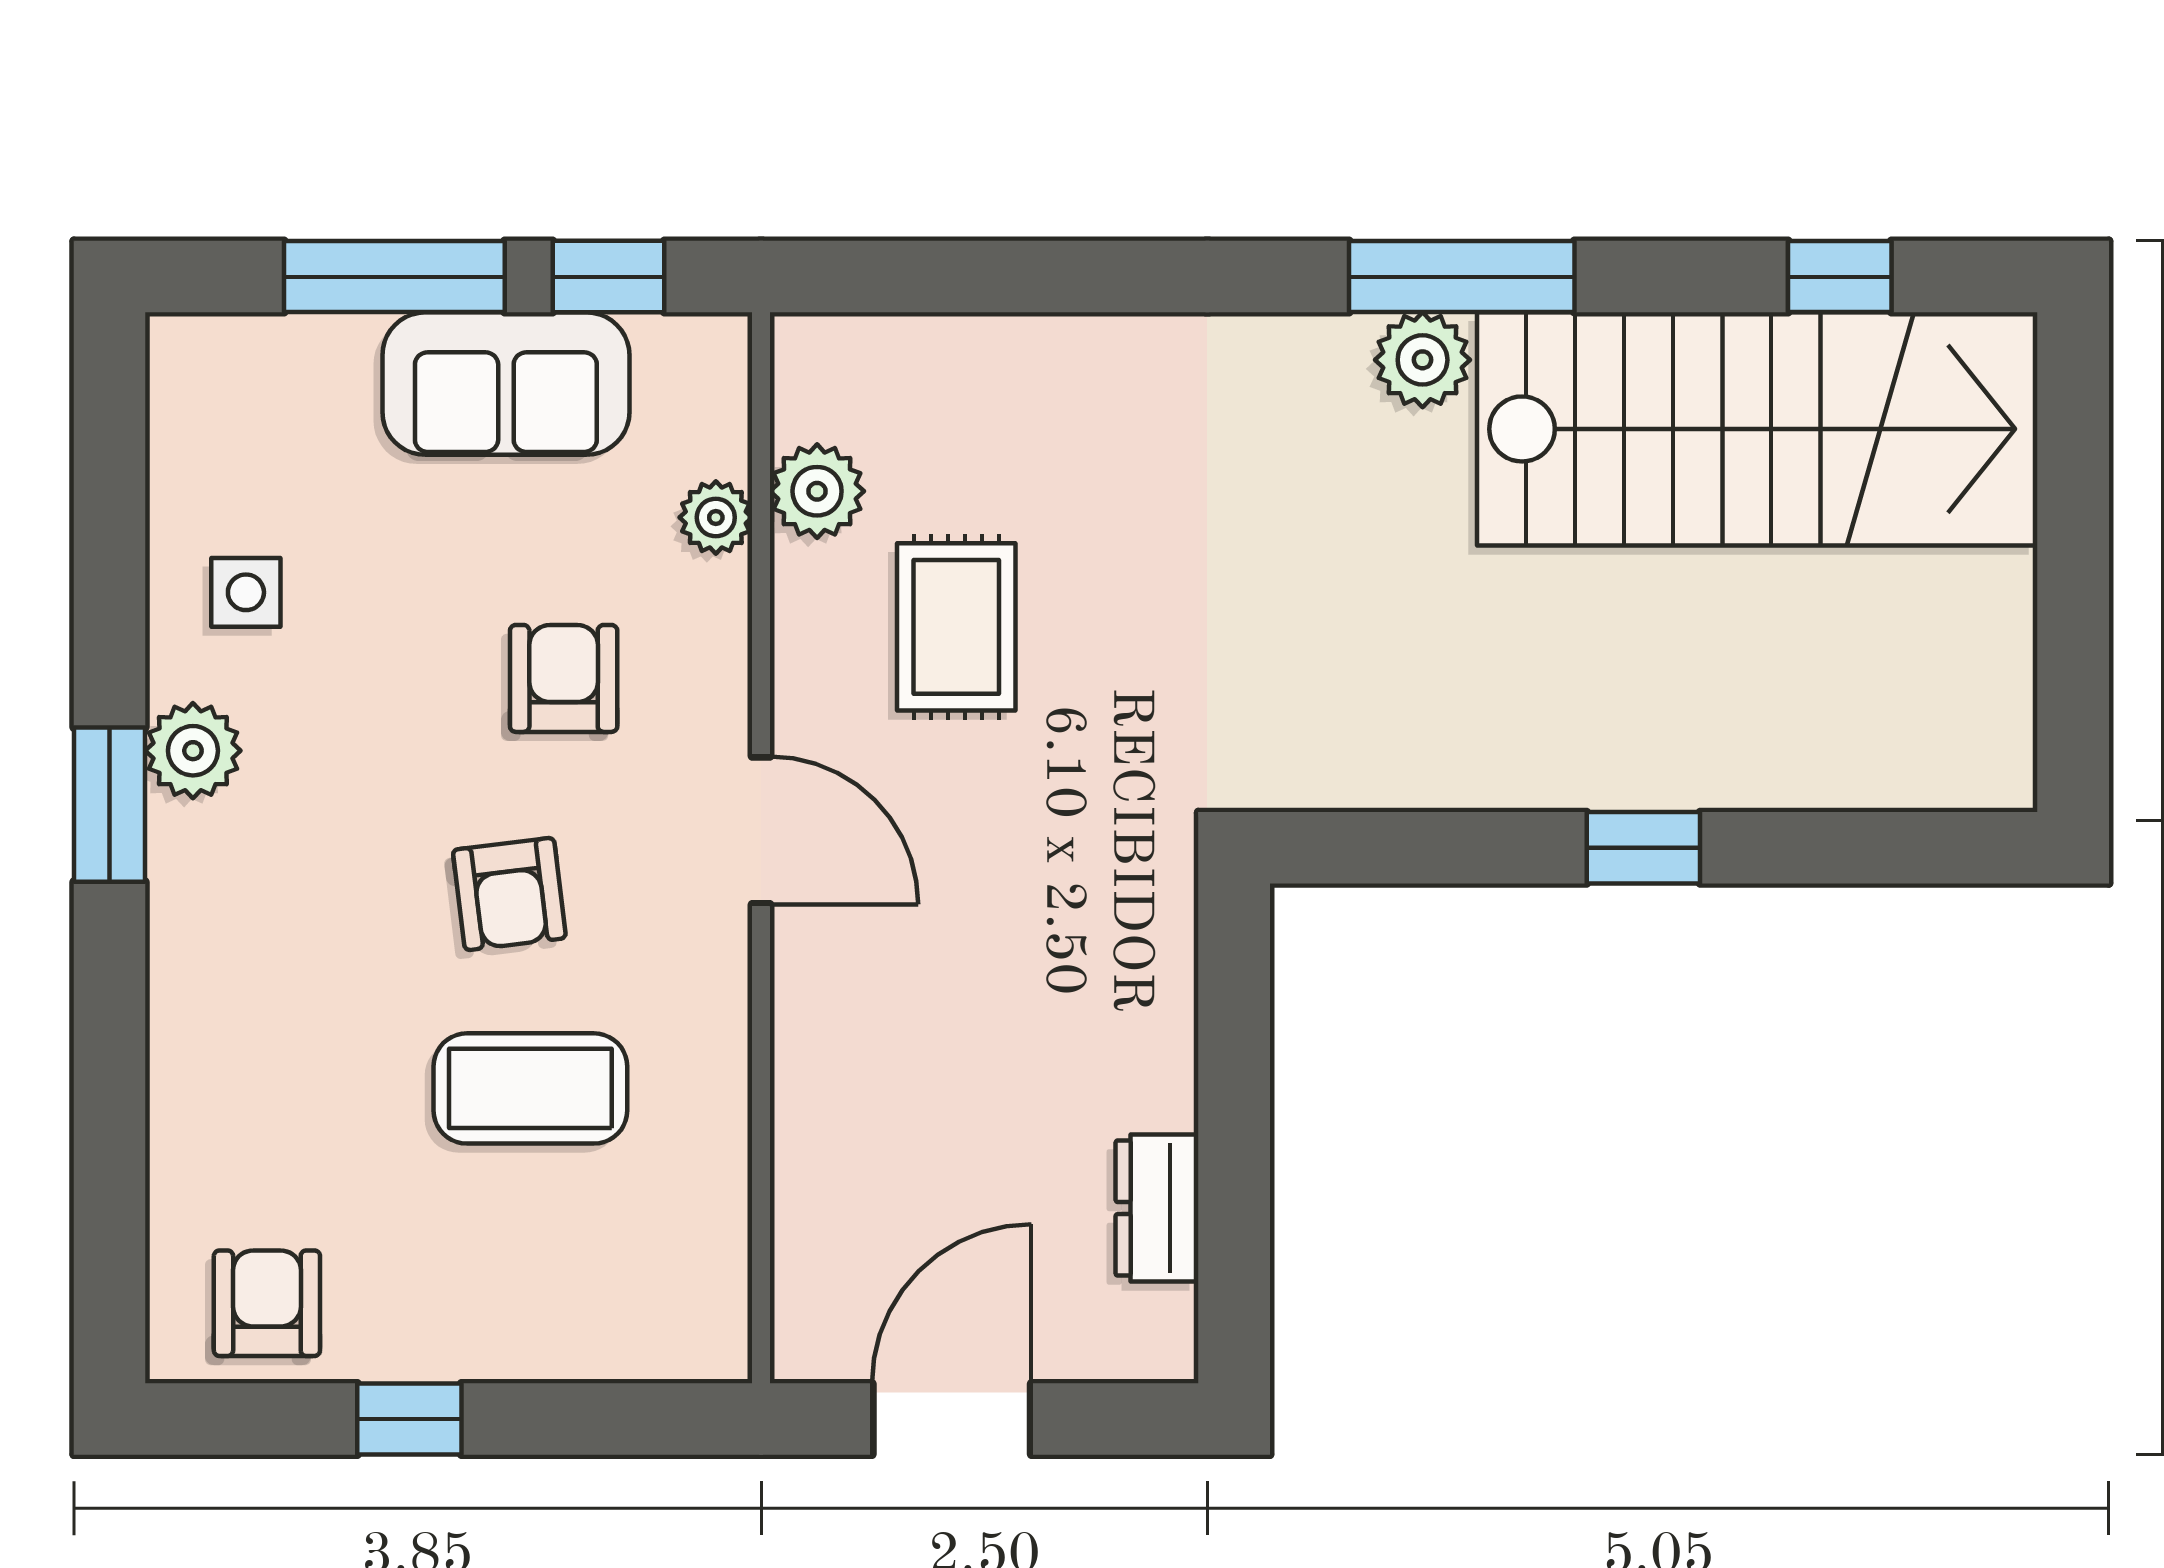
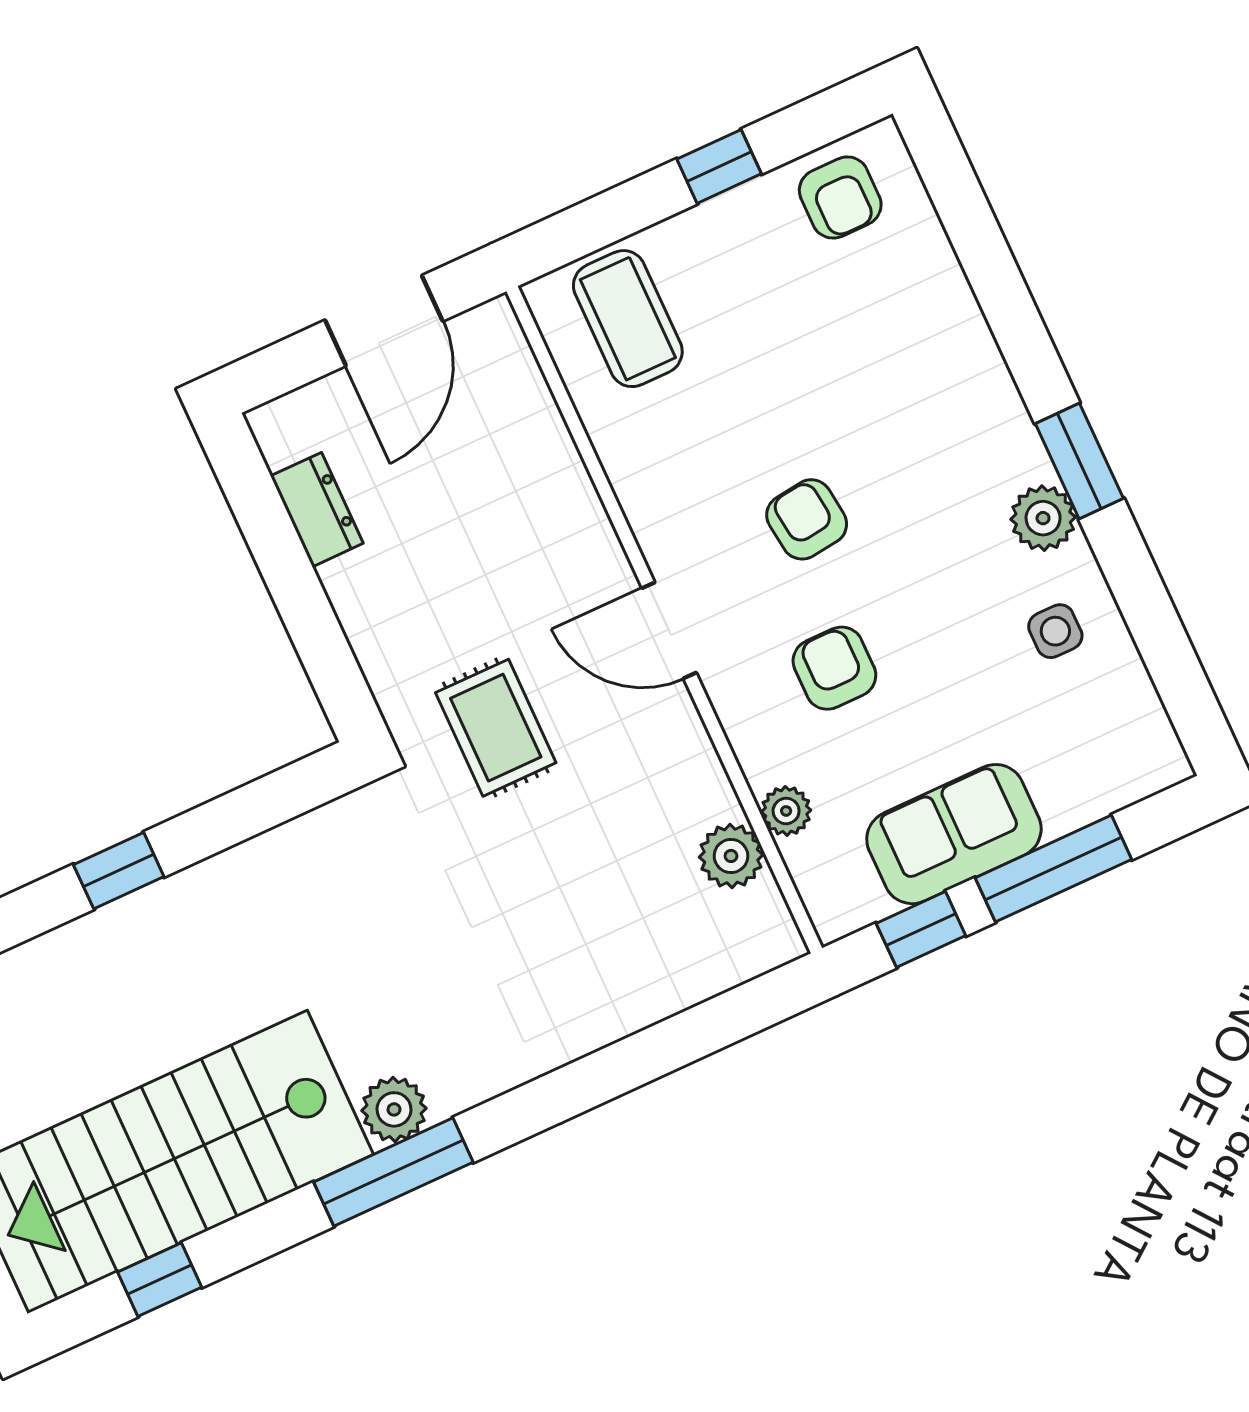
rug: (956, 627) -> (496, 728), moved
armchair: (564, 678) -> (834, 668), turned 180
coffee table: (530, 1088) -> (628, 319), moved, turned 90

